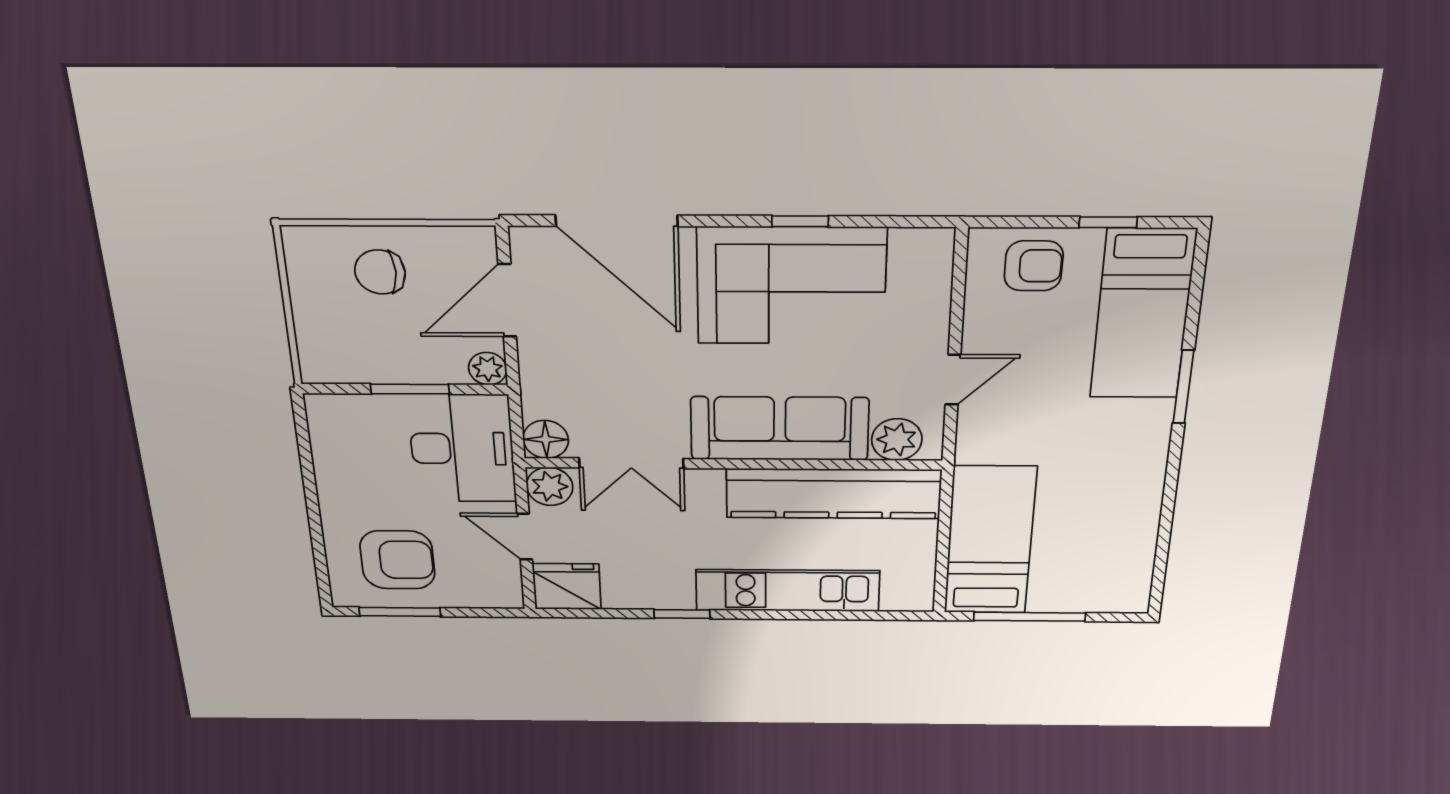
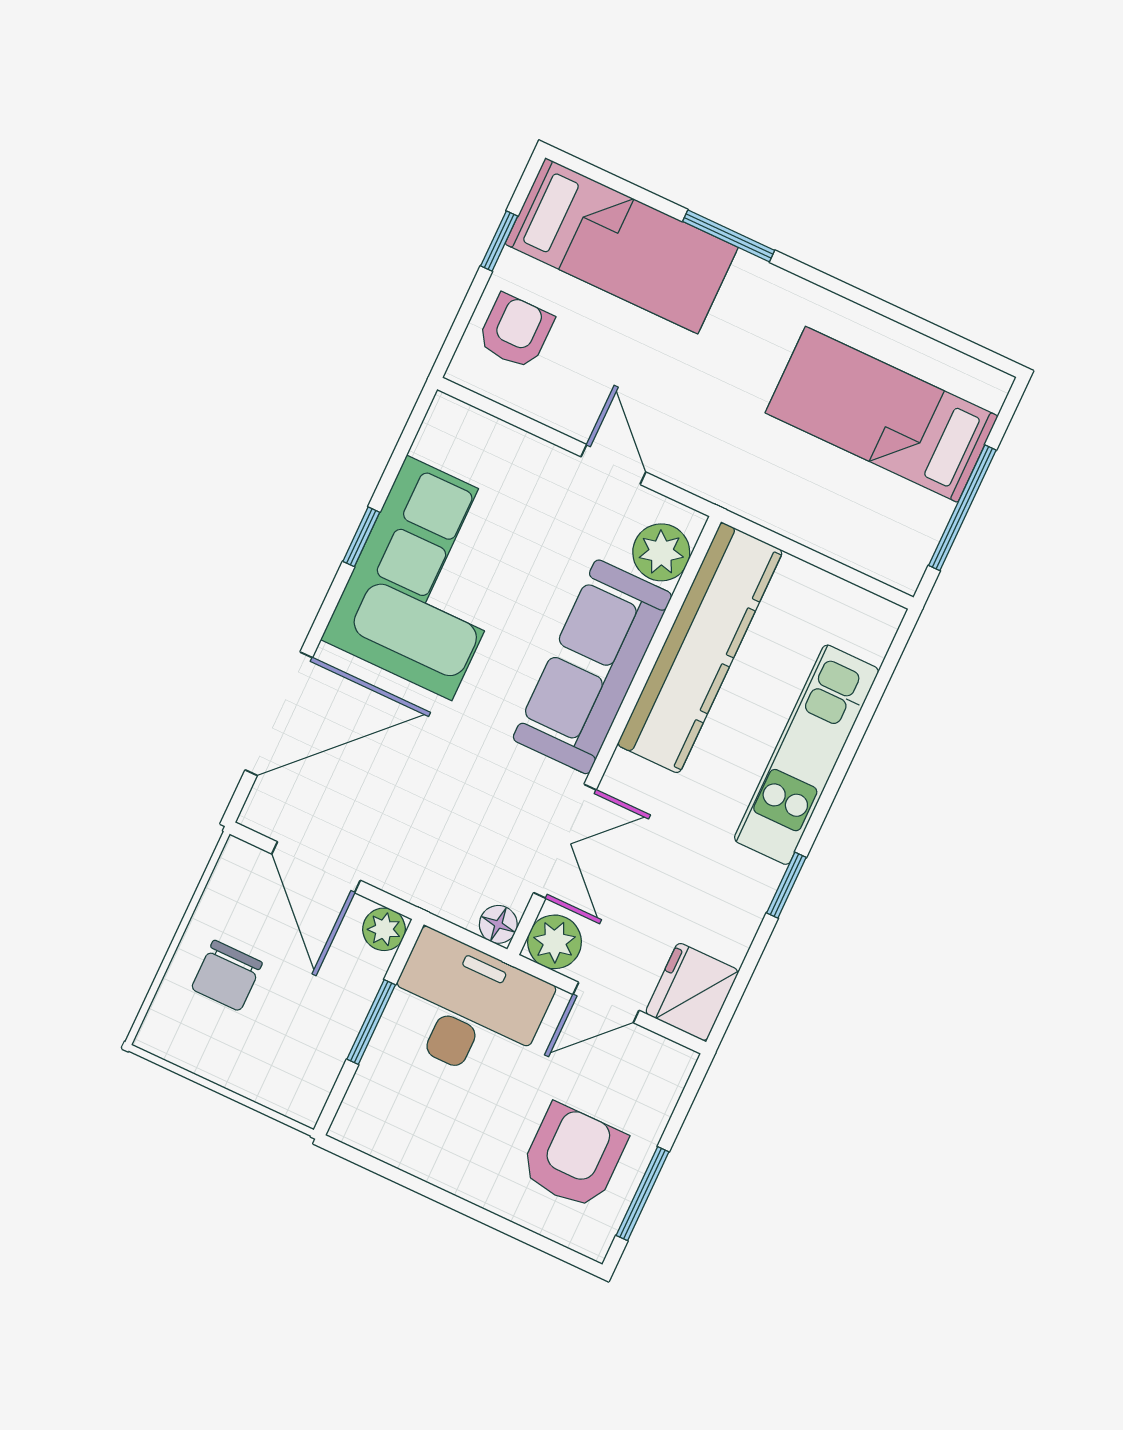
floor lamp: (546, 439) -> (498, 924), width x0.73, depth x0.73
bed: (990, 541) -> (882, 414), moved

